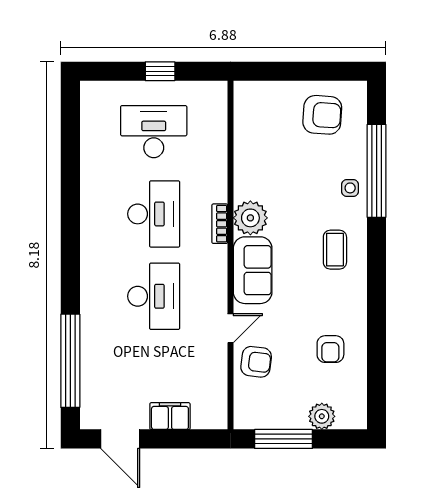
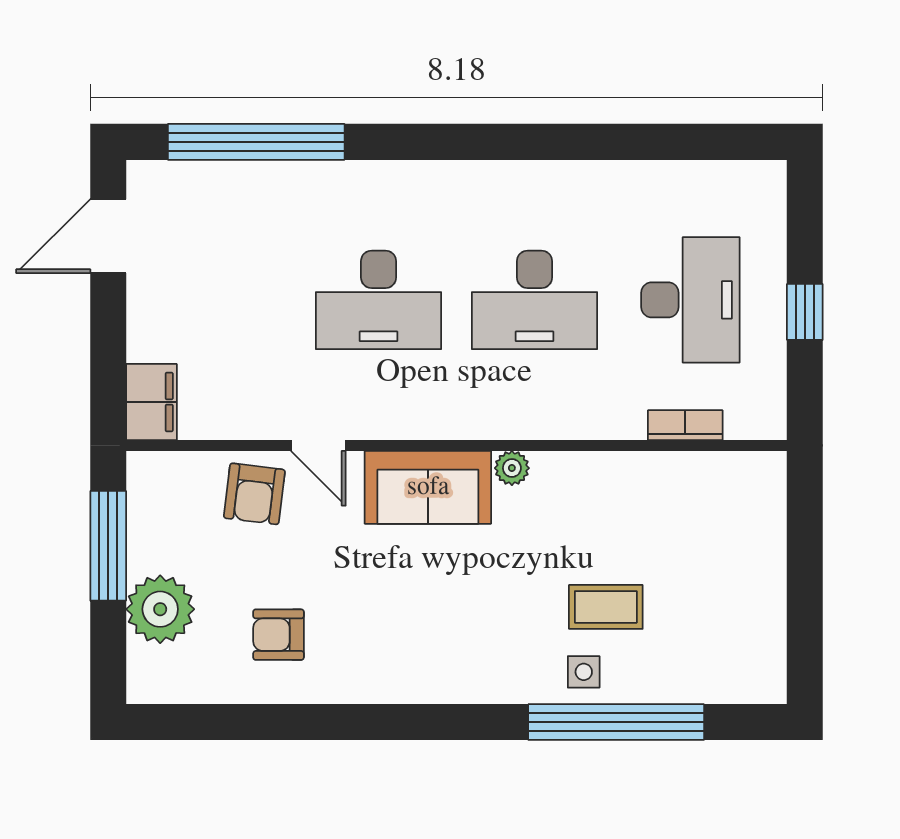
armchair: (322, 115) -> (722, 619), removed
plant: (250, 218) -> (512, 468), width x0.53, depth x0.53
bookcase: (220, 224) -> (685, 425), moved
coffee table: (335, 250) -> (606, 607), moved
filing cabinet: (170, 416) -> (151, 402), moved
plant: (322, 416) -> (160, 609), width x1.36, depth x1.36

